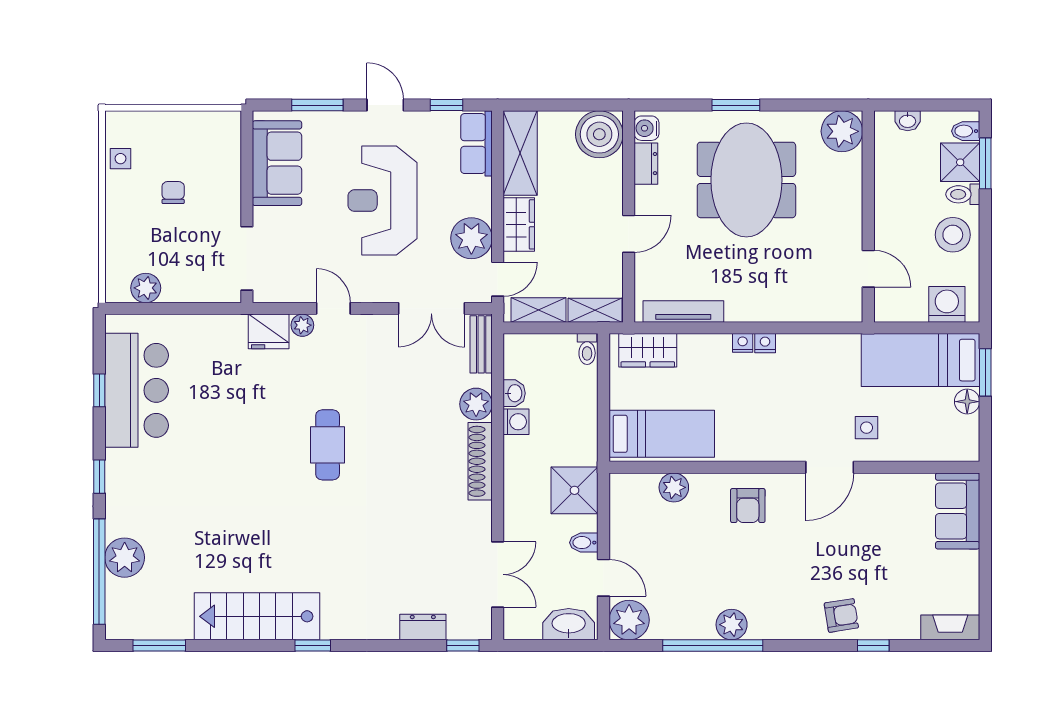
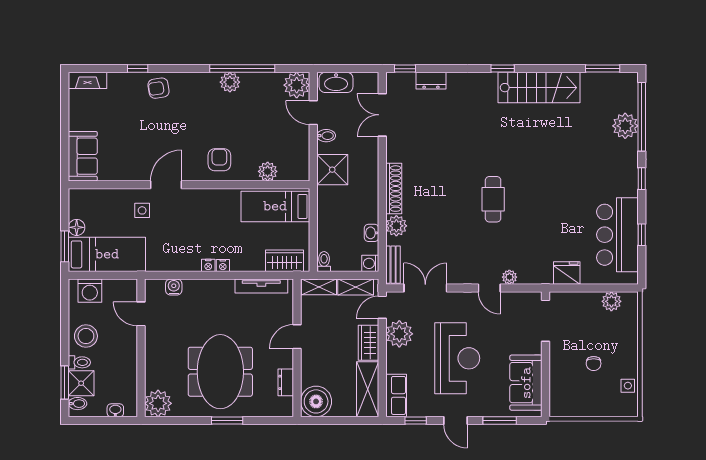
water cooler: (647, 128) -> (174, 287), moved, turned -90
fridge: (269, 331) -> (567, 273), moved
washing machine: (516, 422) -> (370, 263), moved

